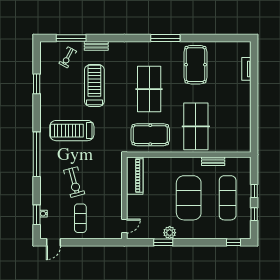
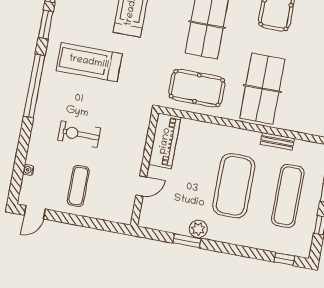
exercise bike: (74, 182) -> (79, 134), turned 105
window: (37, 215) -> (46, 25), moved
door: (124, 226) -> (141, 186), moved

